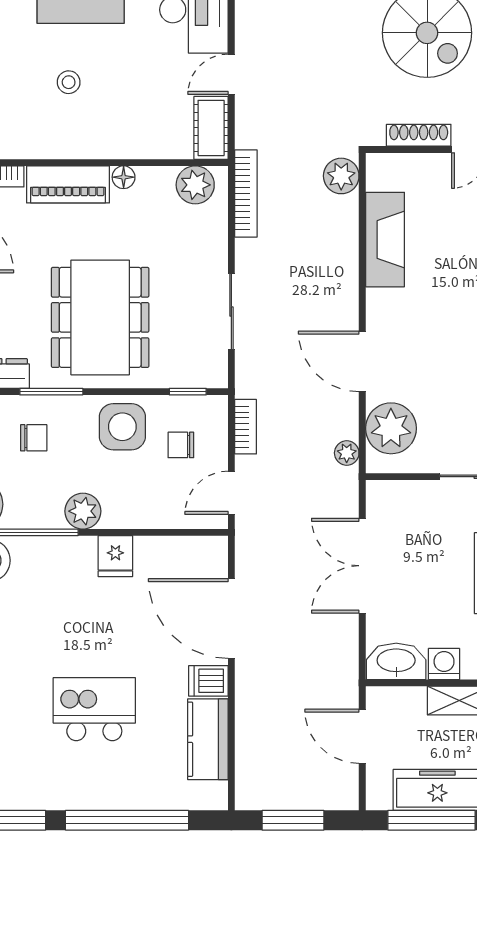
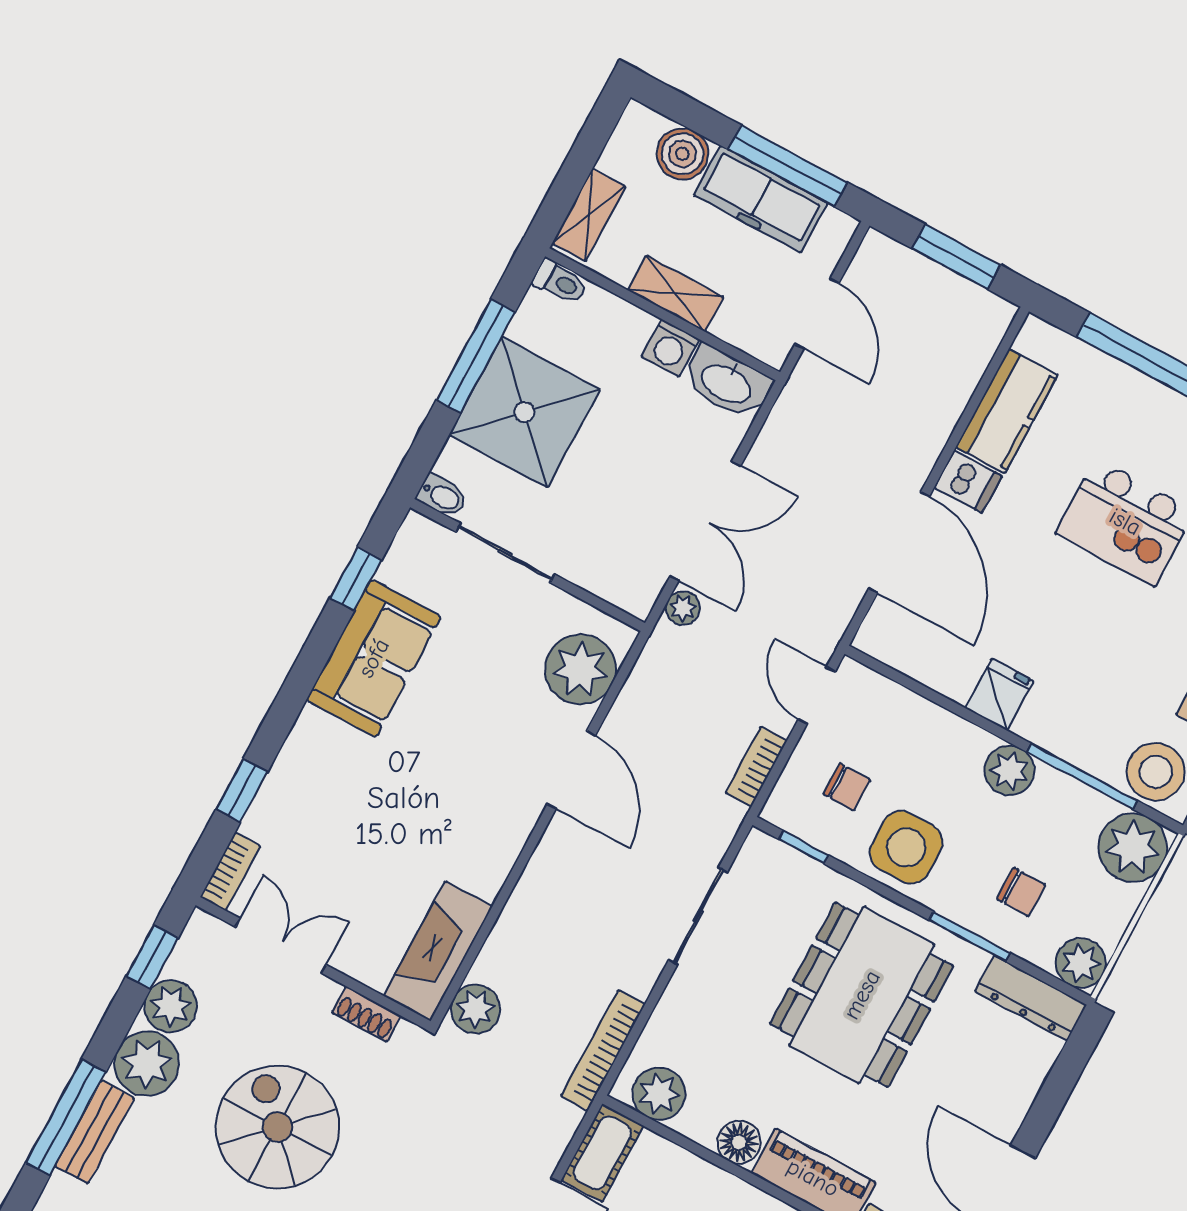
shoe rack: (419, 135) -> (366, 1014), width x0.70
floor lamp: (124, 177) -> (739, 1142), width x1.37, depth x1.37
fireplace: (385, 240) -> (438, 951), moved
chair: (34, 438) -> (1021, 892), turned 180
plant: (347, 453) -> (683, 608), moved
door: (231, 493) -> (817, 696), swing flipped

